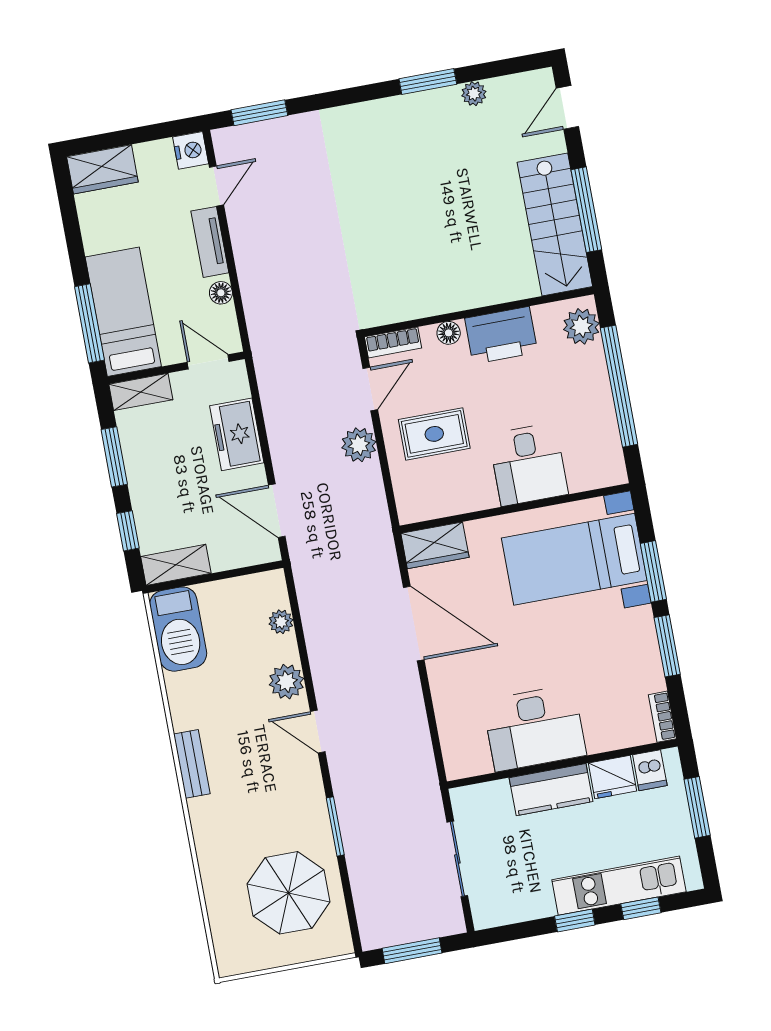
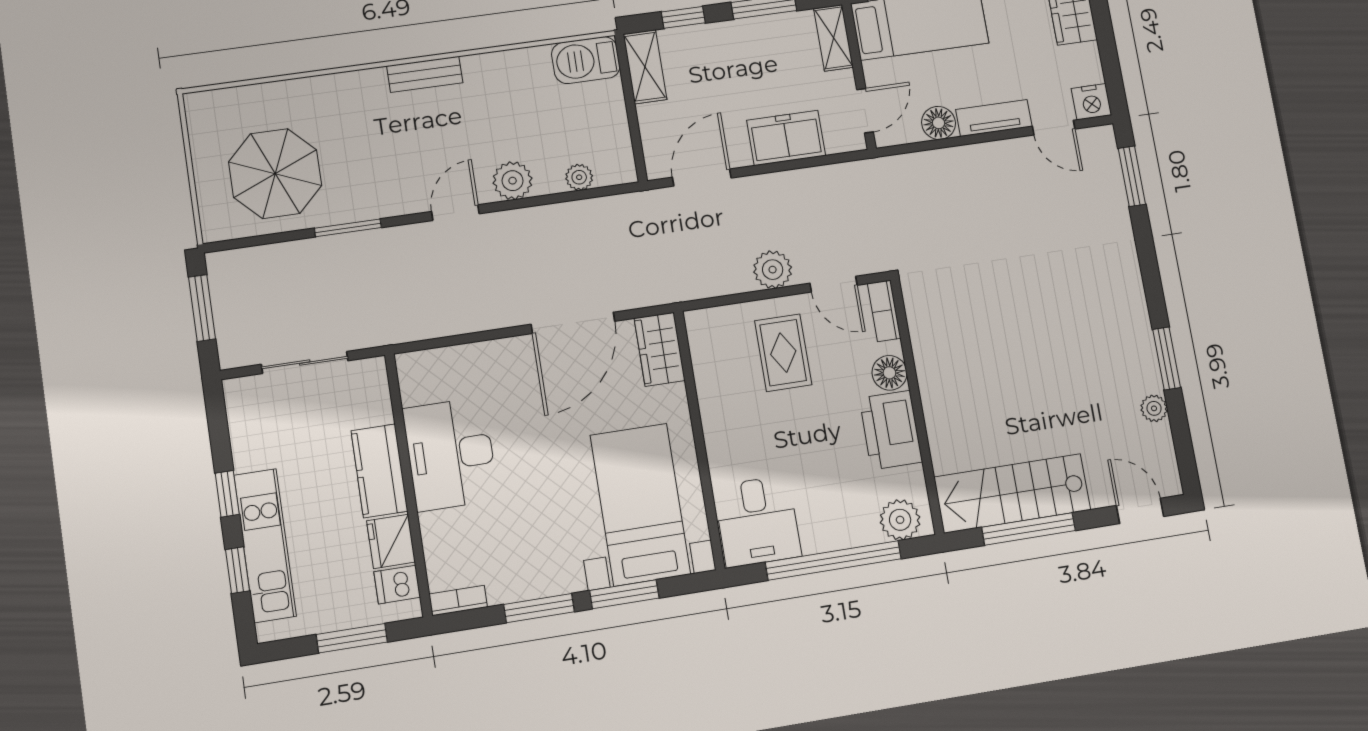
floor lamp: (221, 293) -> (939, 123), width x1.37, depth x1.37
floor lamp: (449, 333) -> (889, 373), width x1.37, depth x1.37
desk: (528, 464) -> (757, 521), moved, turned -90
barbecue: (178, 629) -> (586, 60), width x0.73, depth x0.83

